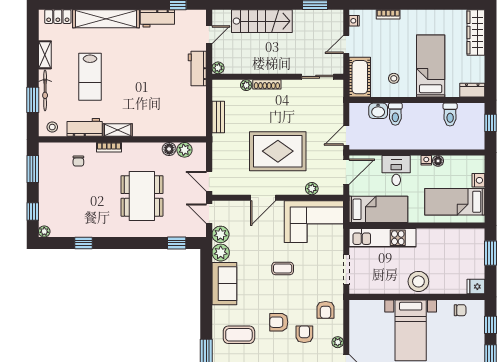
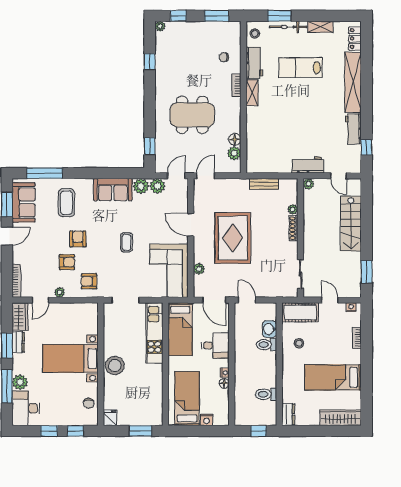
bed: (431, 66) -> (333, 377), moved, turned 180

